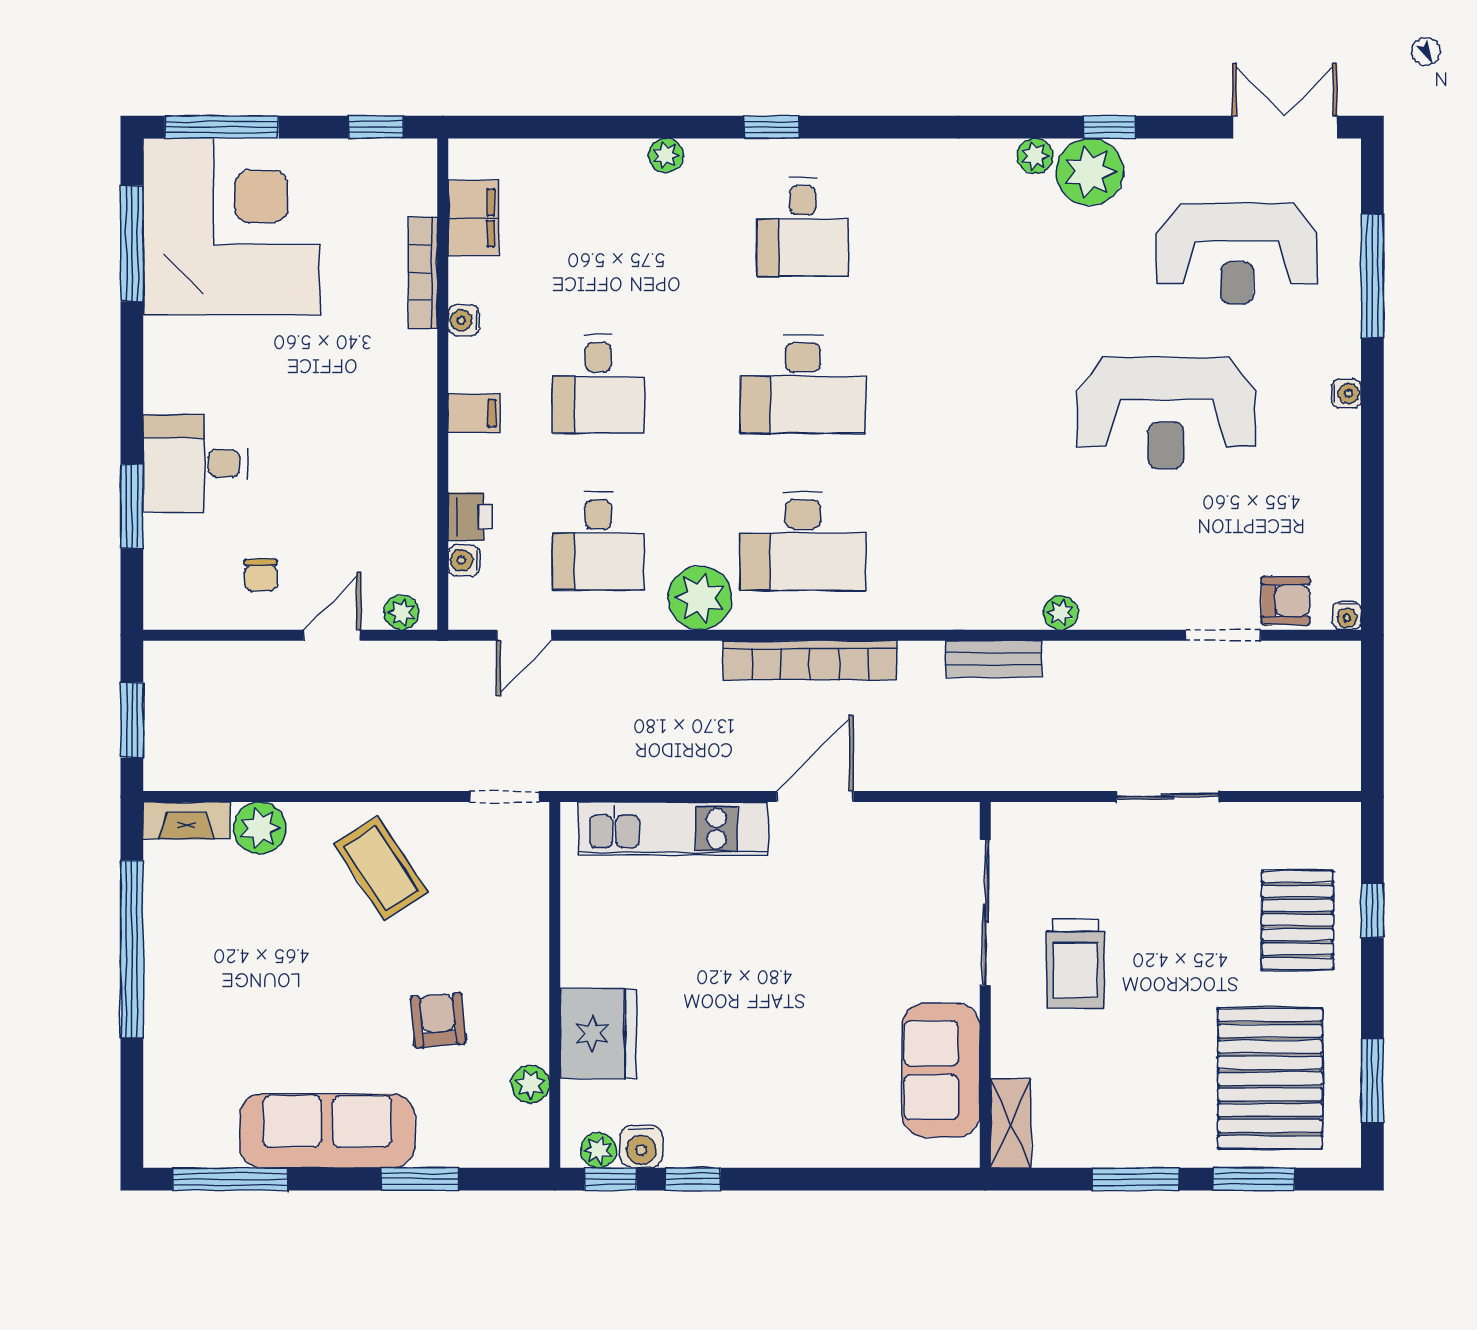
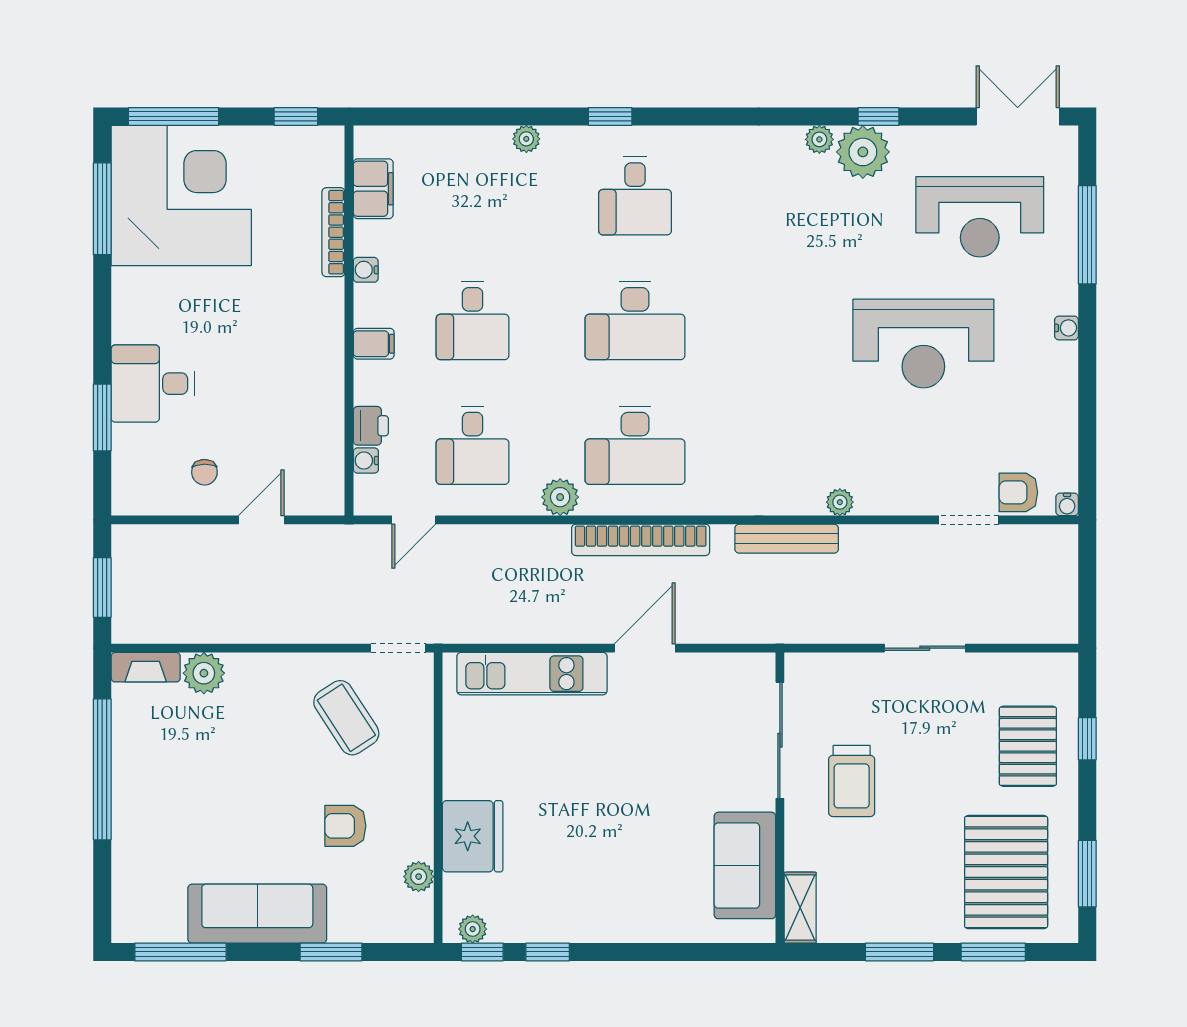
plant: (700, 598) -> (560, 497), width x0.73, depth x0.73
armchair: (1286, 601) -> (1018, 492), turned 180
plant: (401, 612) -> (316, 502), removed
bench: (994, 659) -> (787, 539), width x1.36
coffee table: (381, 868) -> (346, 718), moved
armchair: (438, 1020) -> (345, 826), turned -85
water cooler: (641, 1146) -> (507, 926), removed

